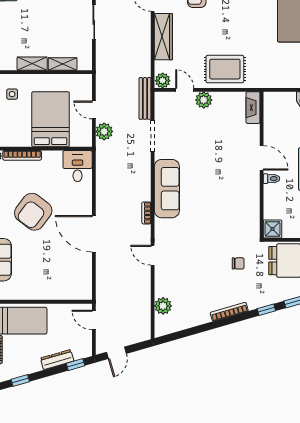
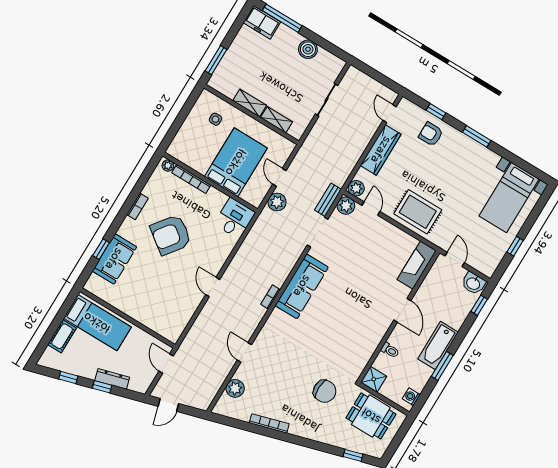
door: (279, 90) -> (455, 259), added
bench: (145, 98) -> (328, 200), width x0.73
plant: (204, 100) -> (346, 206), moved
fireplace: (253, 108) -> (417, 265), width x1.37, depth x1.32
toilet: (271, 179) -> (390, 350), moved
door: (94, 234) -> (213, 287), width x0.53
door: (153, 255) -> (244, 352), moved
chair: (238, 263) -> (325, 391), width x1.87, depth x1.87
window: (266, 310) -> (325, 448), removed
bookcase: (229, 312) -> (269, 423), moved
window: (75, 365) -> (102, 387), moved

